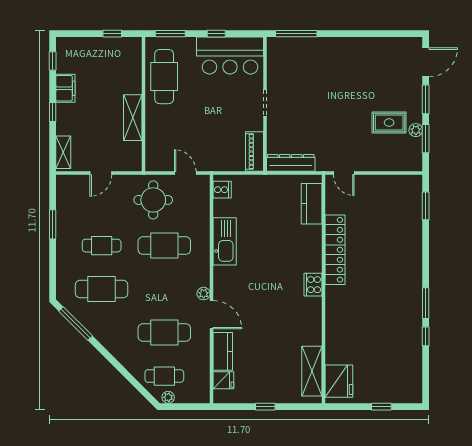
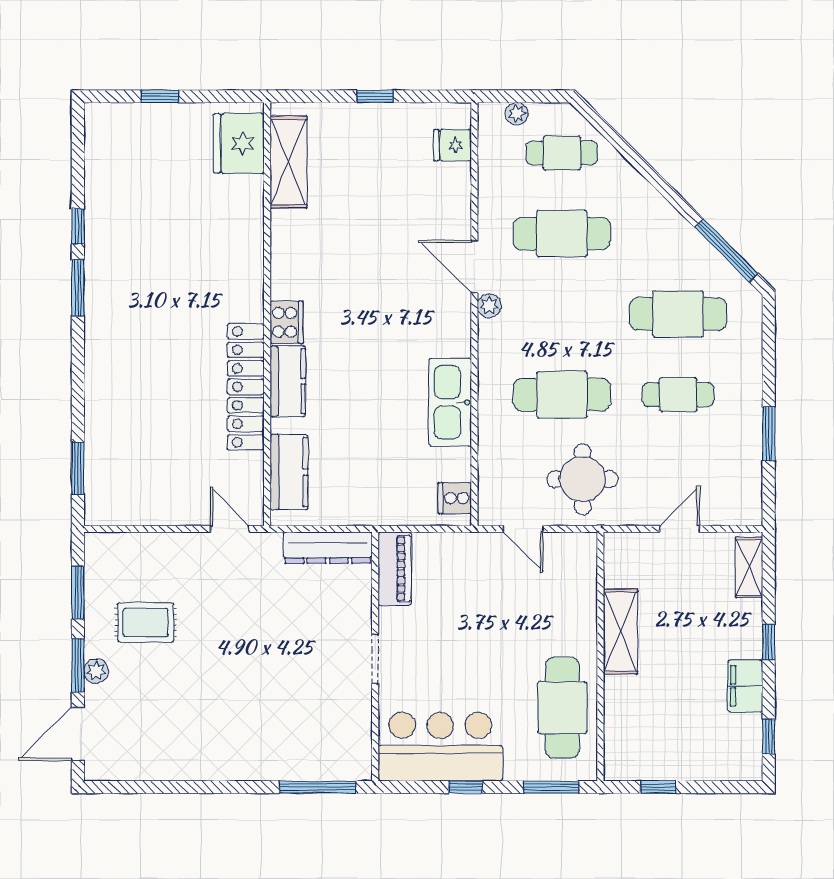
plant: (416, 130) -> (96, 671), moved
kitchen counter: (223, 351) -> (288, 381), moved, turned 180
plant: (168, 397) -> (517, 114), moved

